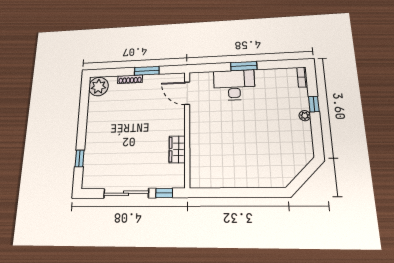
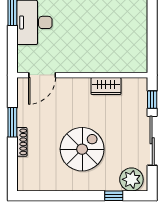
plant: (99, 87) -> (131, 179), moved
spiral stairs: (121, 130) -> (82, 149), added

